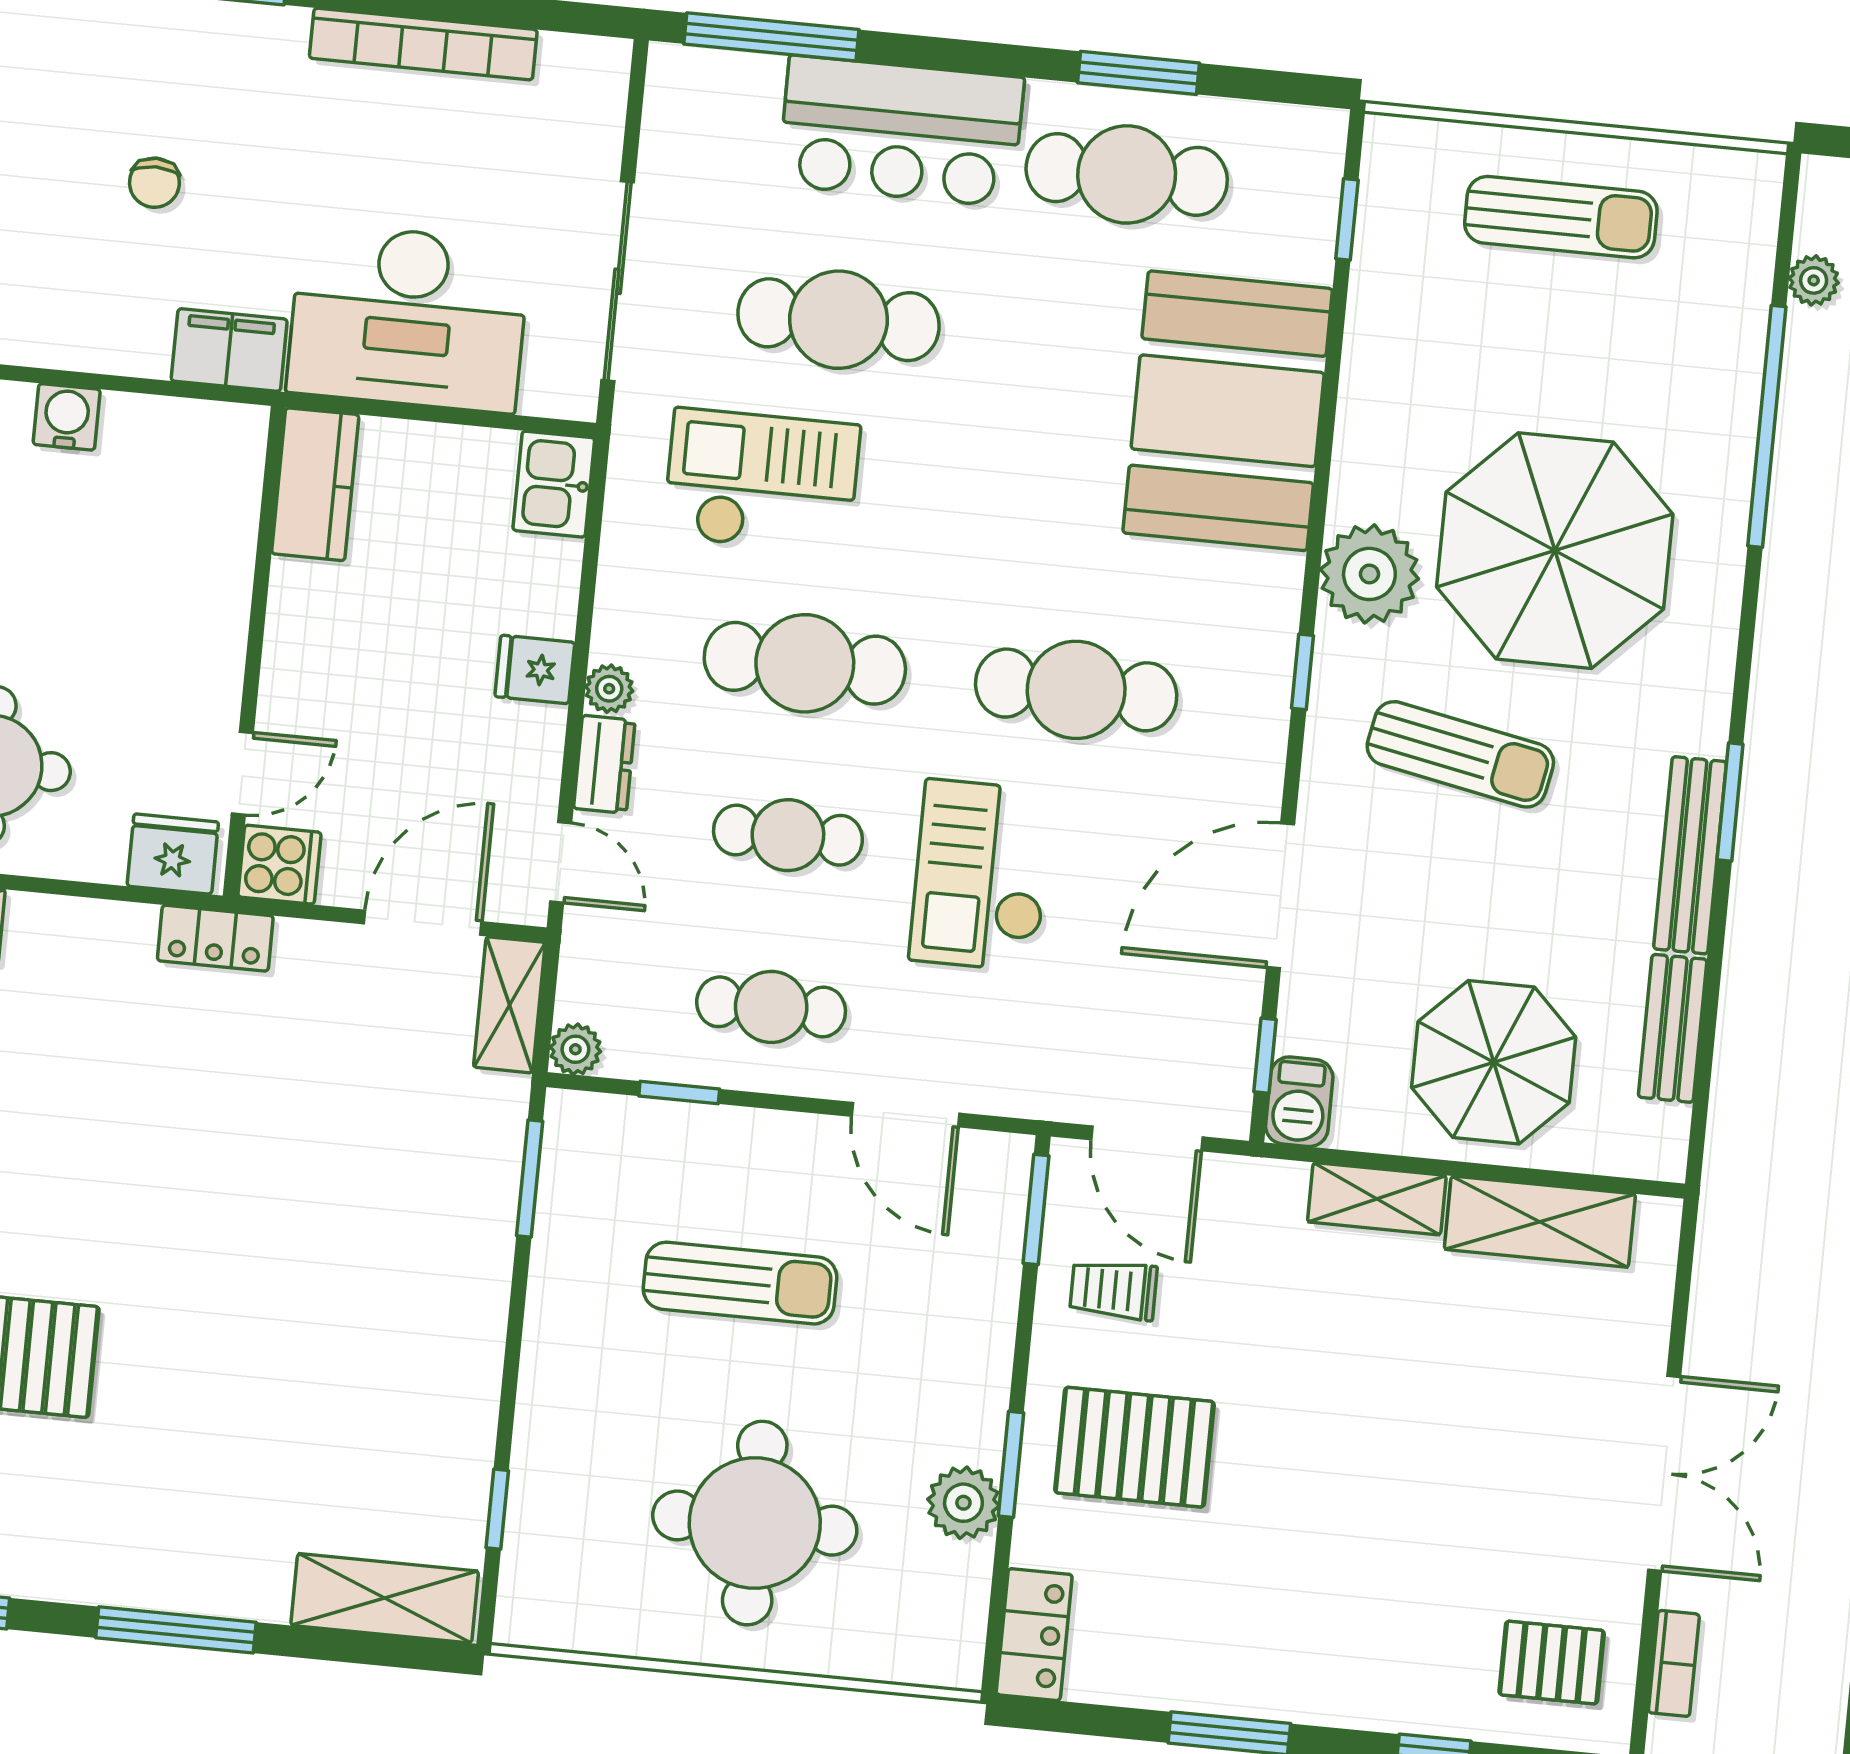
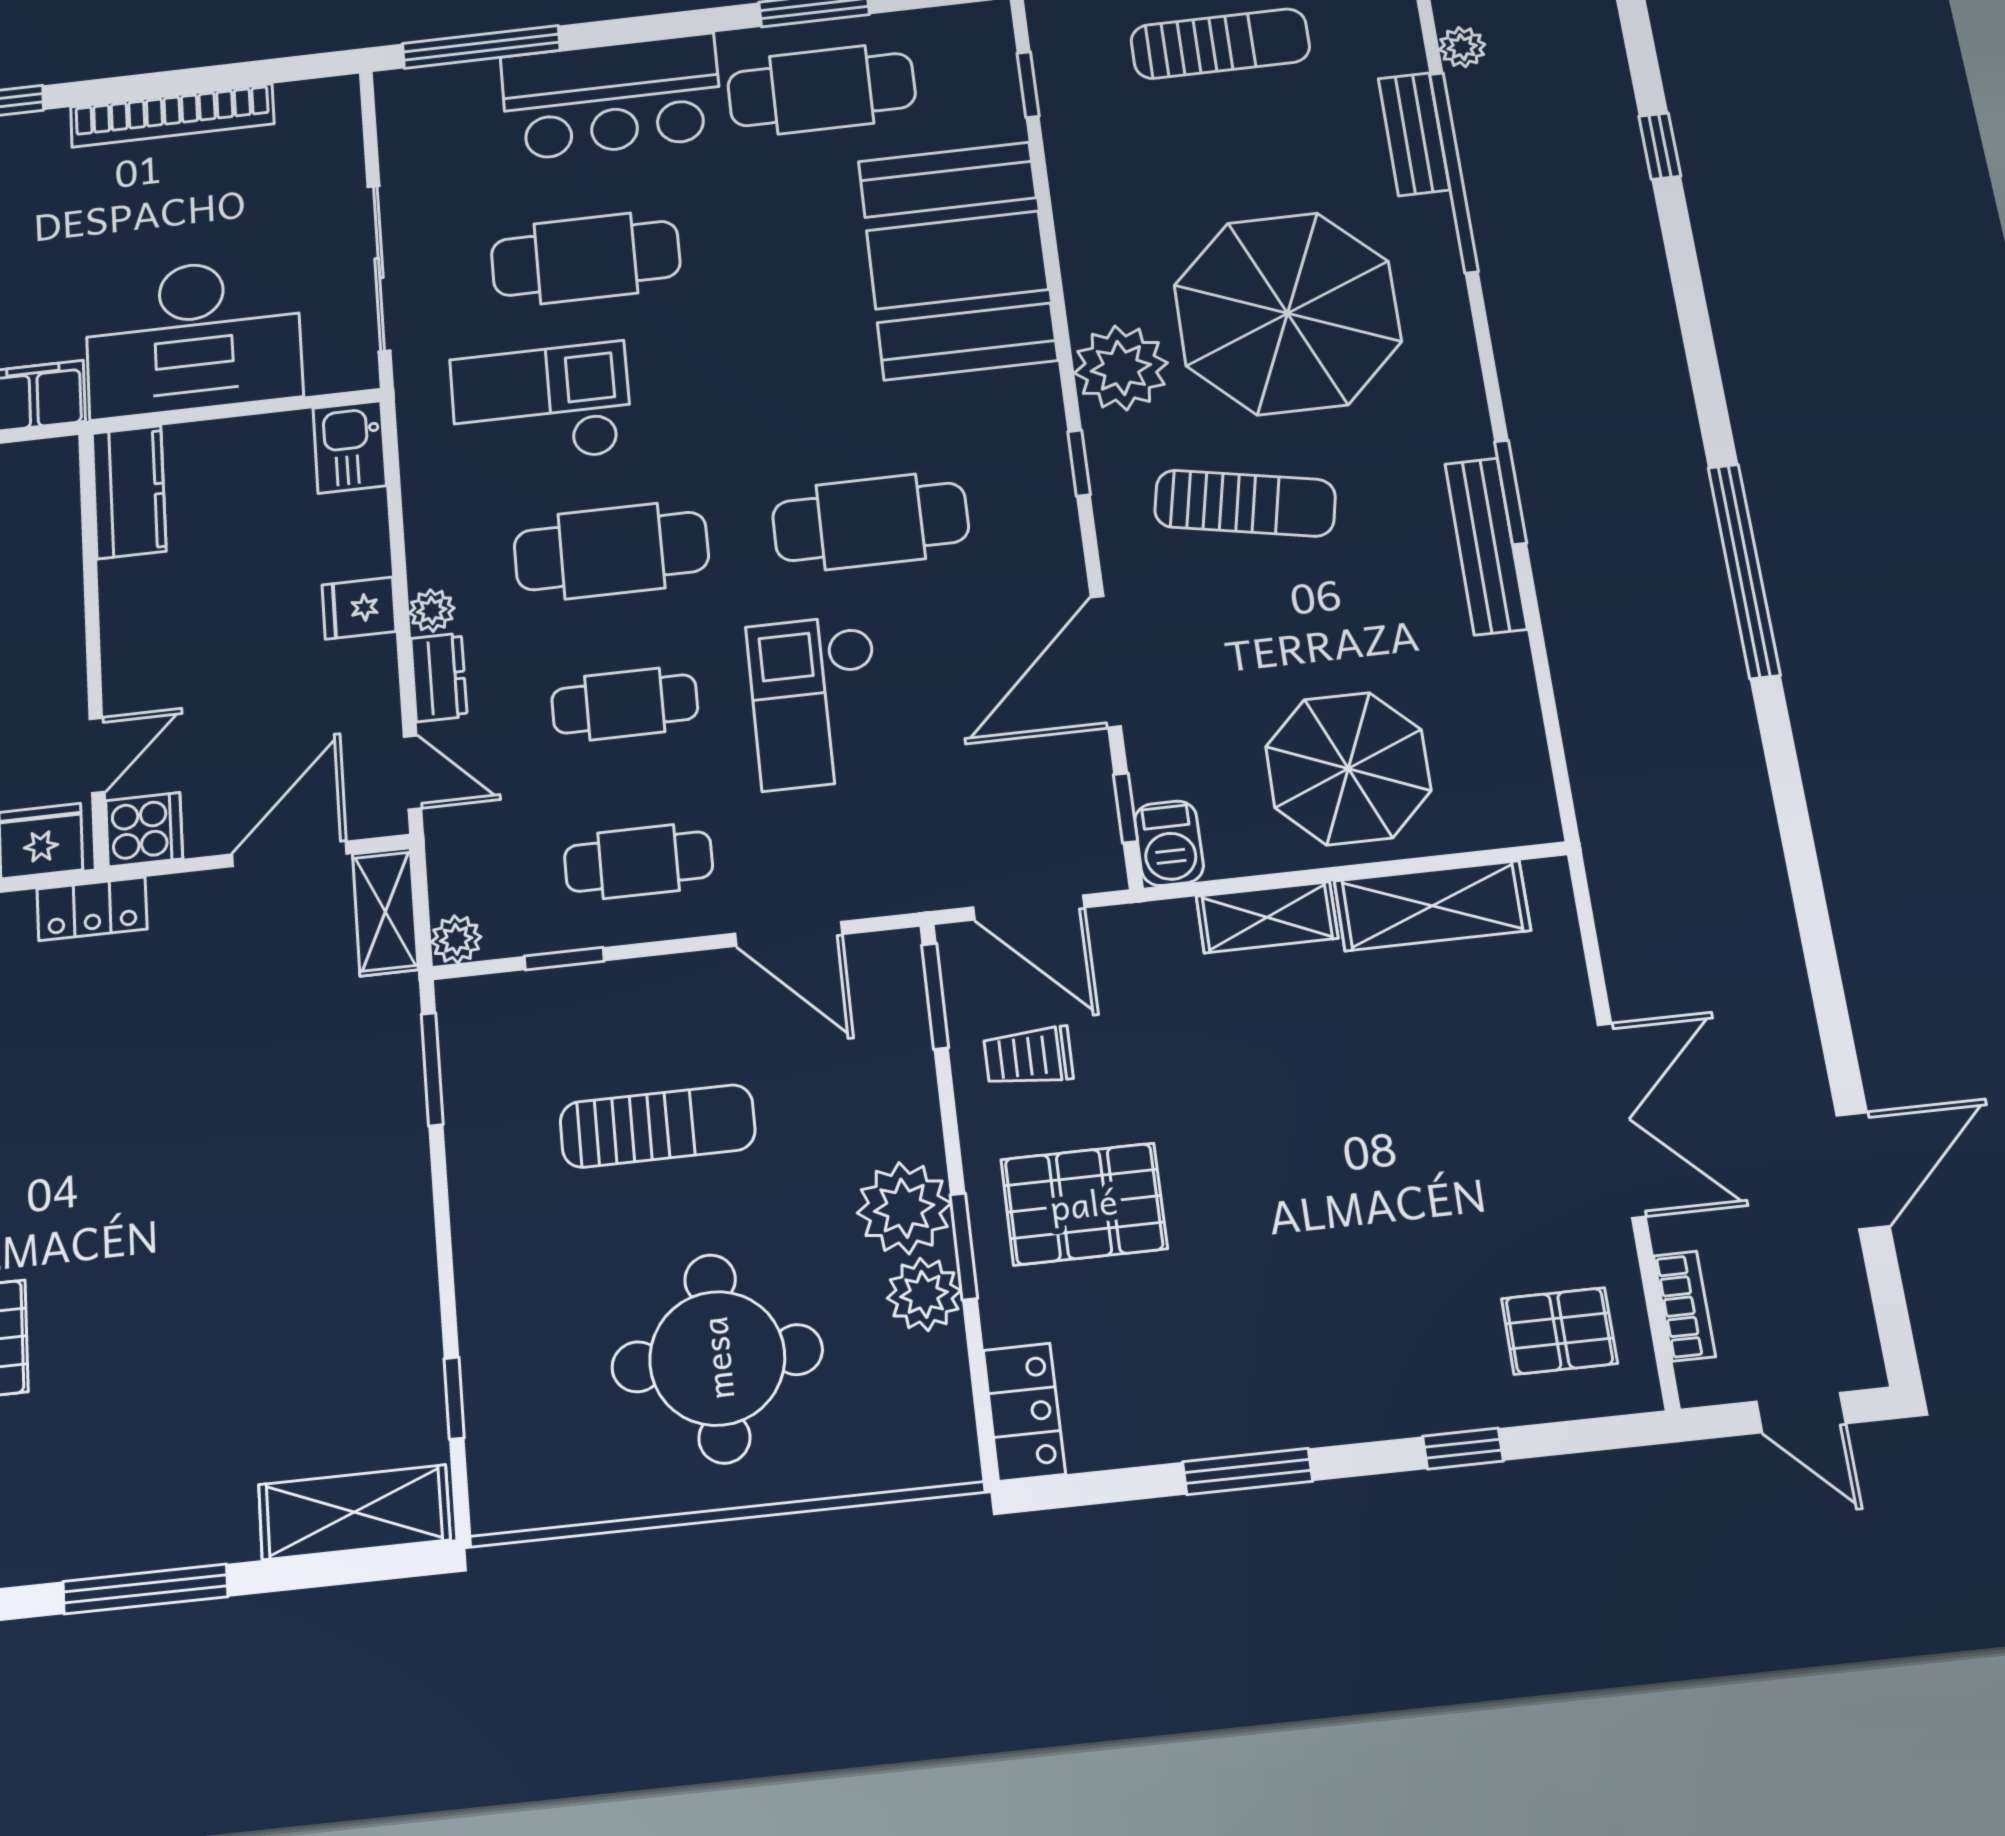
bench: (1673, 1028) -> (1414, 134), moved
plant: (962, 1415) -> (904, 1208), added

